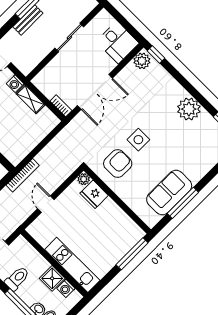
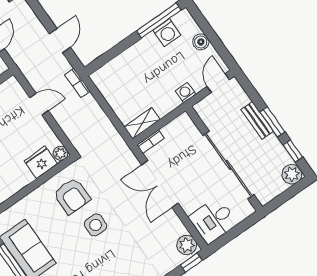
sliding door: (69, 38) -> (228, 165), width x1.86
shelving: (31, 99) -> (142, 123), moved
bookcase: (23, 175) -> (77, 83), width x0.64

